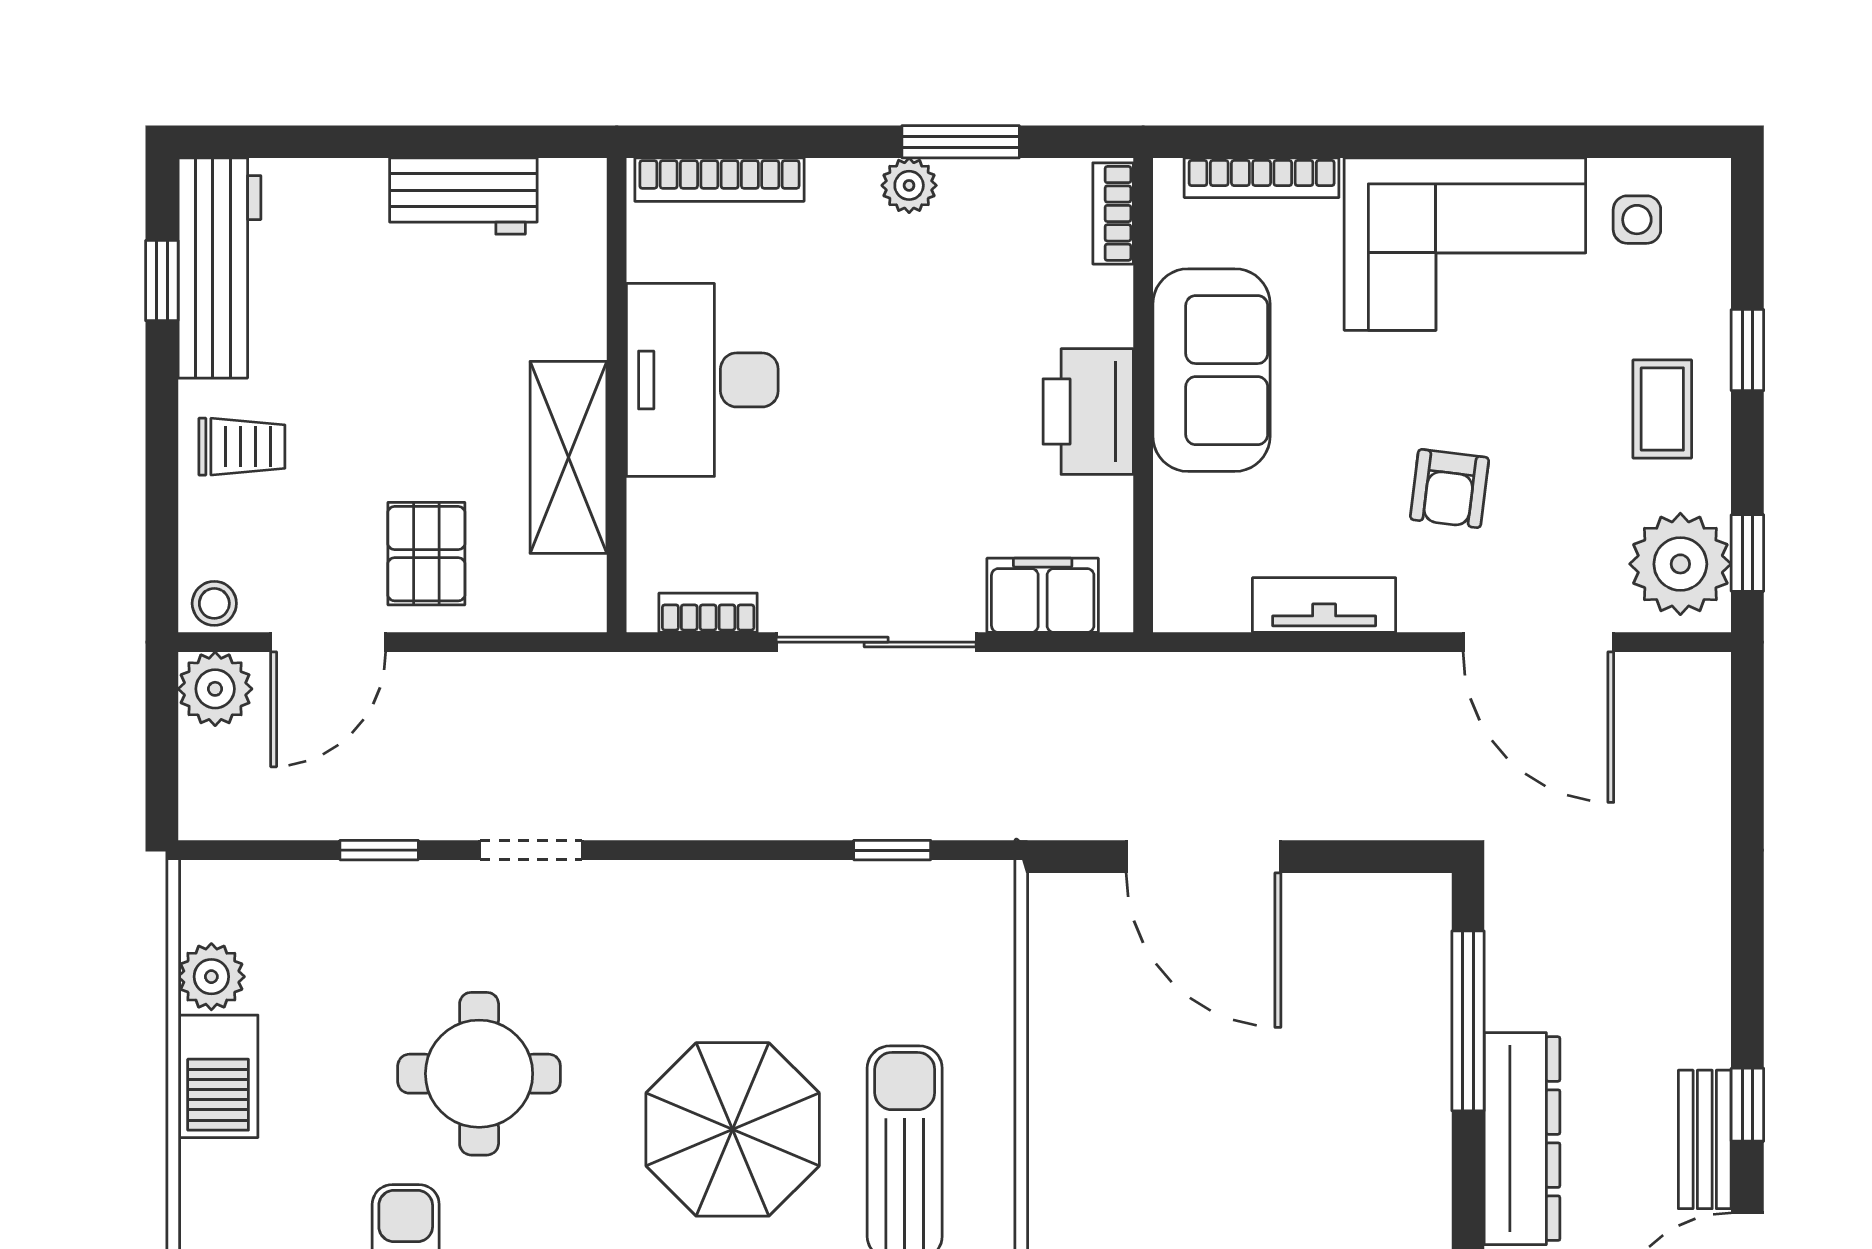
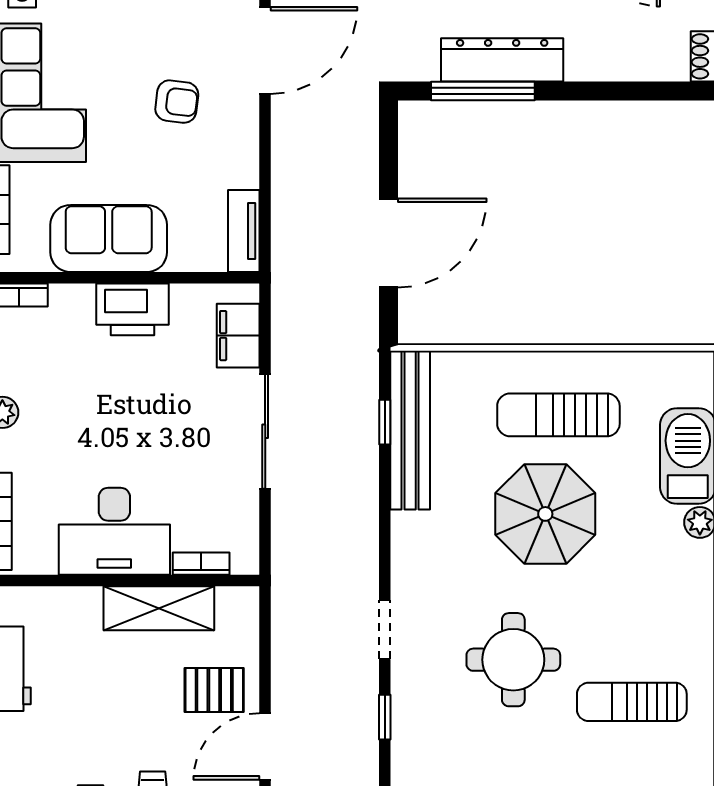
tv unit: (1324, 605) -> (244, 231), moved
bookcase: (708, 613) -> (201, 564), moved, turned 90
door: (328, 642) -> (265, 746), swing flipped
bench: (878, 894) -> (410, 430), added
dresser: (1522, 1139) -> (502, 60), moved

